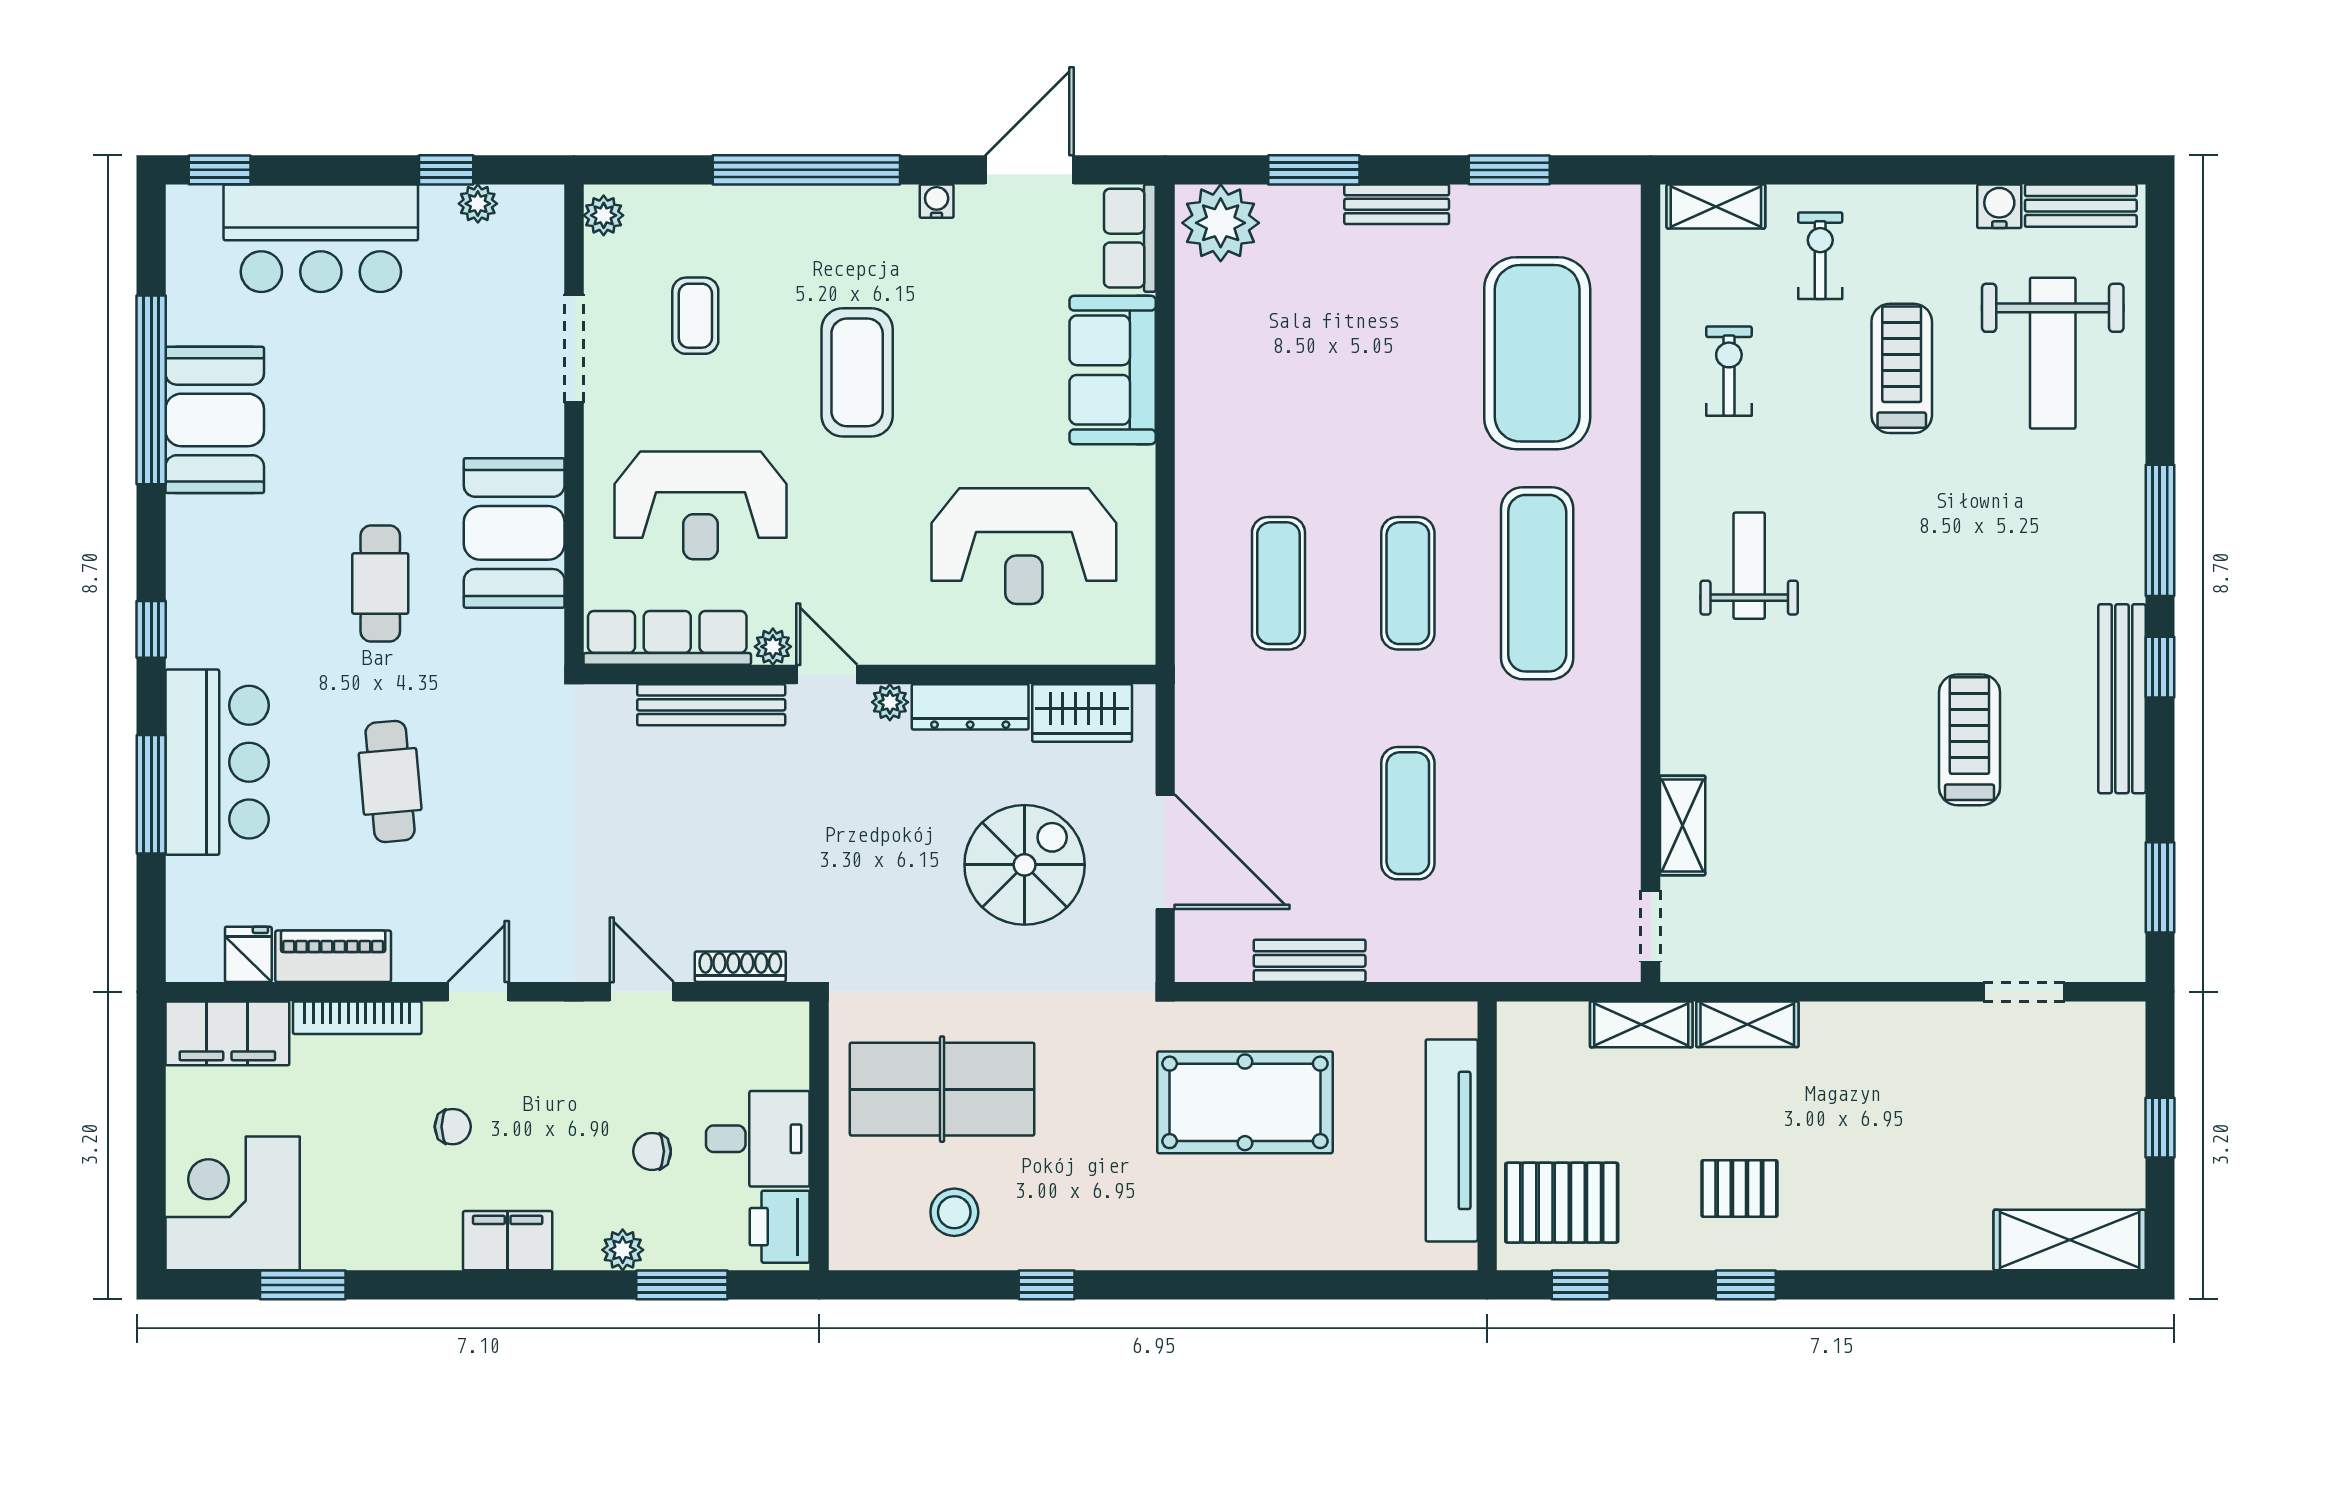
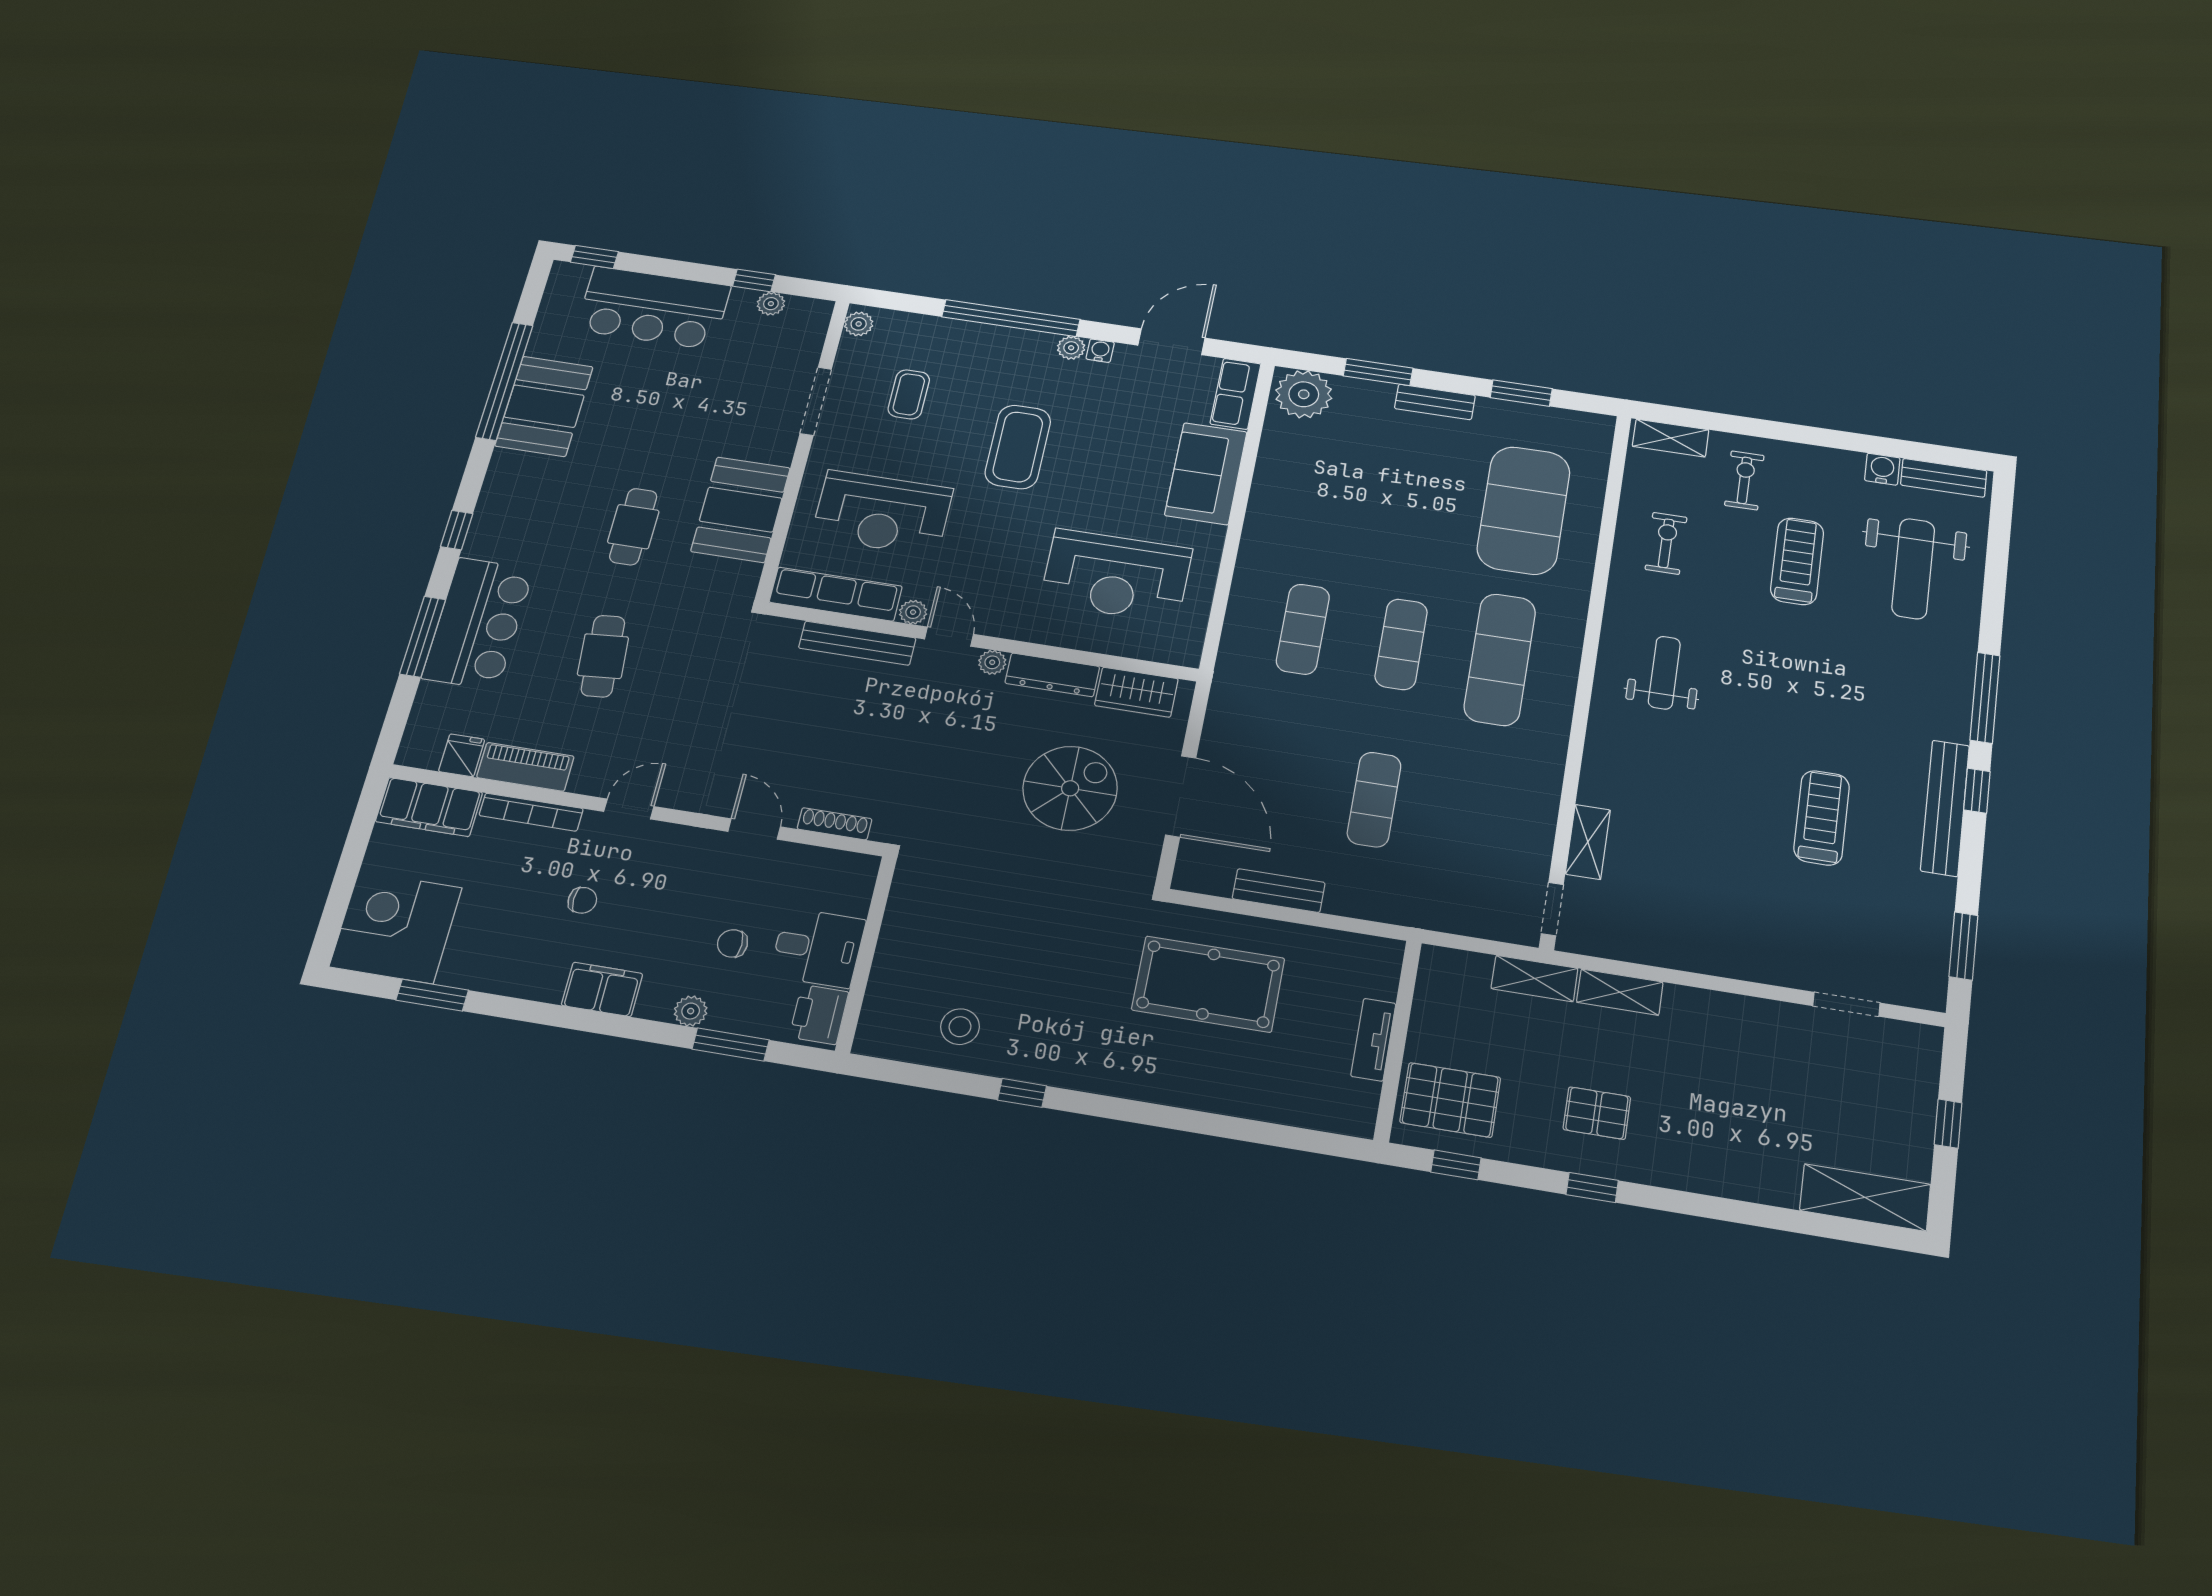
plant: (897, 203) -> (1071, 348), added
table tennis table: (942, 1089) -> (971, 936), removed
tv unit: (1452, 1140) -> (1373, 1040), width x0.52, depth x0.78

